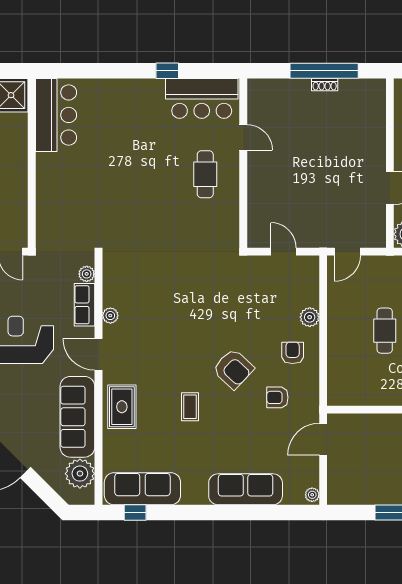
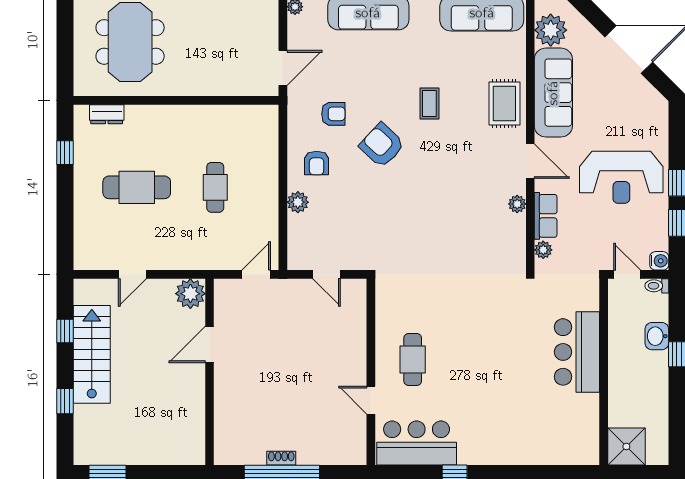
bar counter: (56, 115) -> (577, 352), moved

